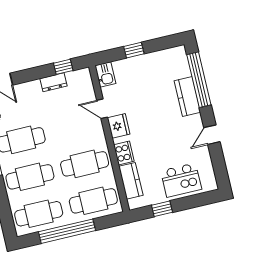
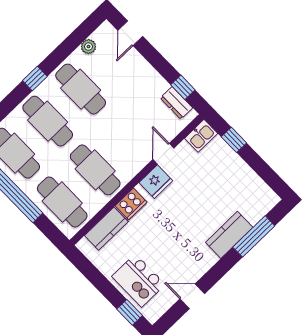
window: (134, 50) -> (234, 140), moved
window: (199, 80) -> (254, 236), width x0.68
dresser: (54, 82) -> (176, 103), moved
door: (212, 135) -> (192, 296), moved
window: (162, 209) -> (130, 312), moved

